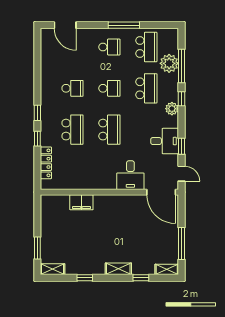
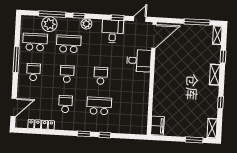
school desk: (109, 130) -> (101, 76), width x0.54
locker: (46, 163) -> (41, 124), moved
filing cabinet: (81, 202) -> (157, 126), moved

